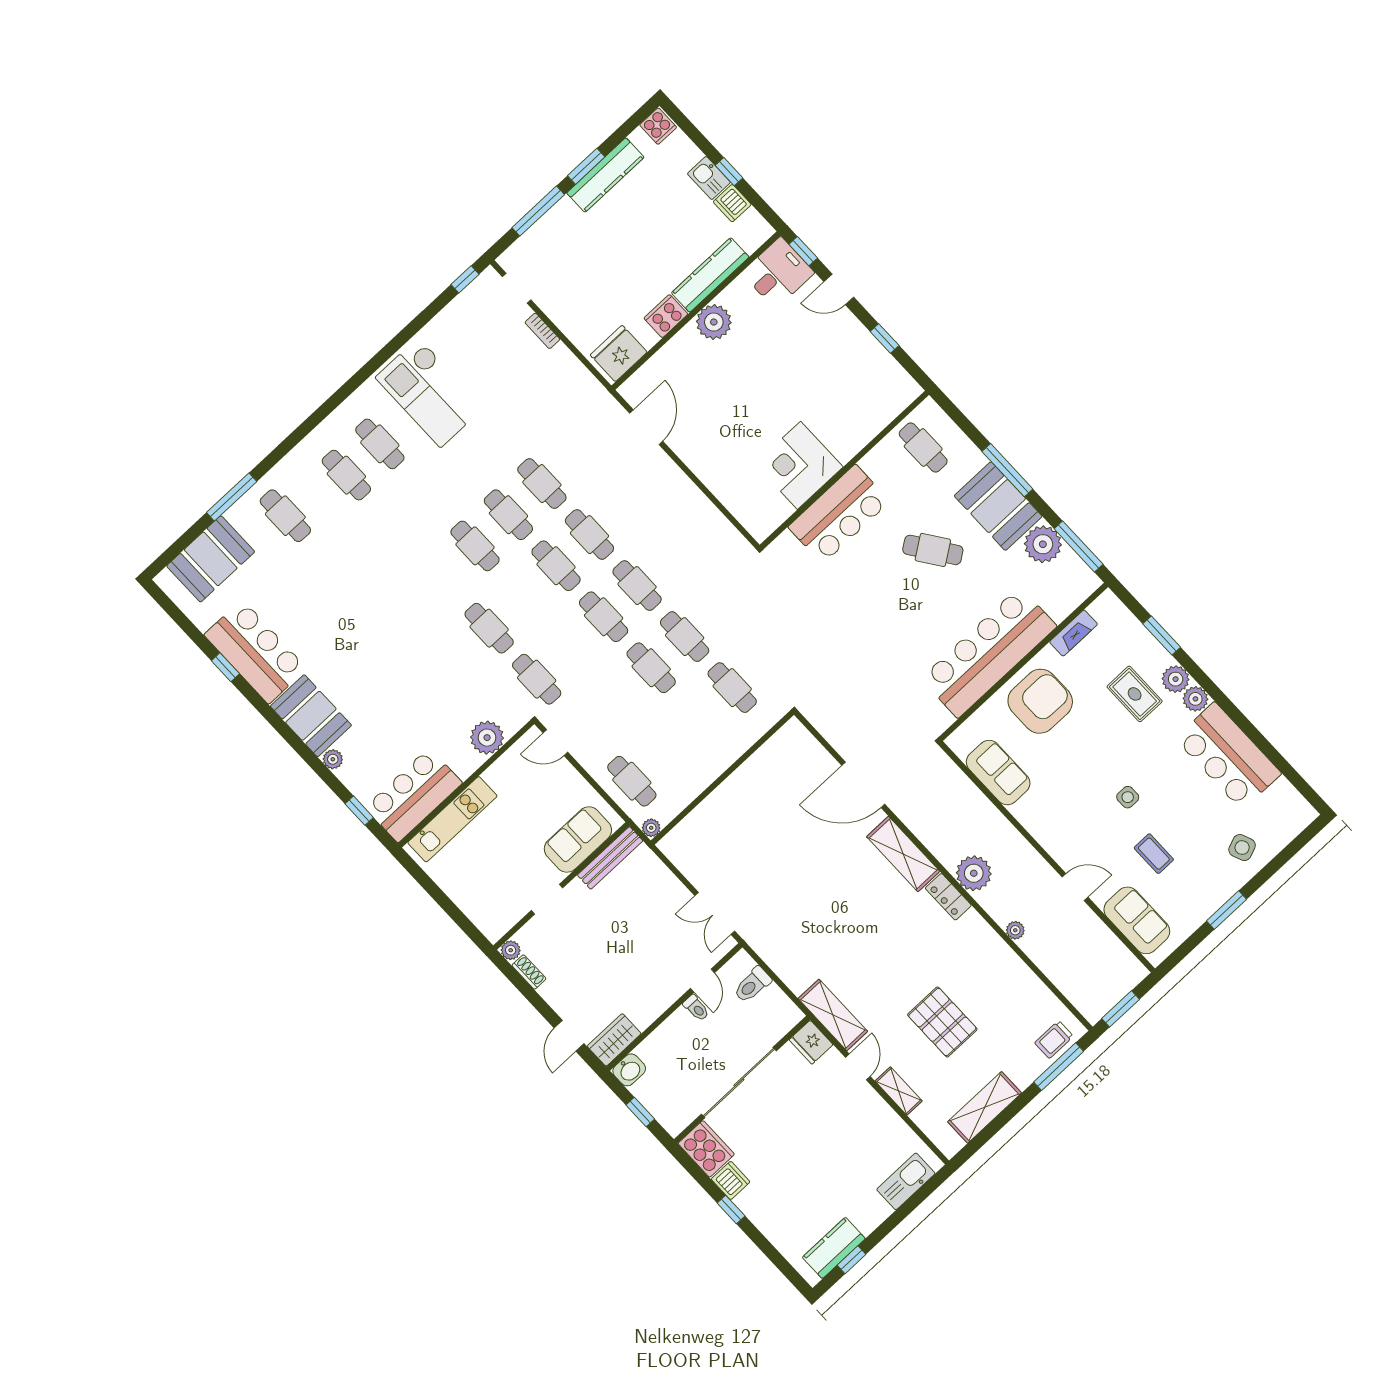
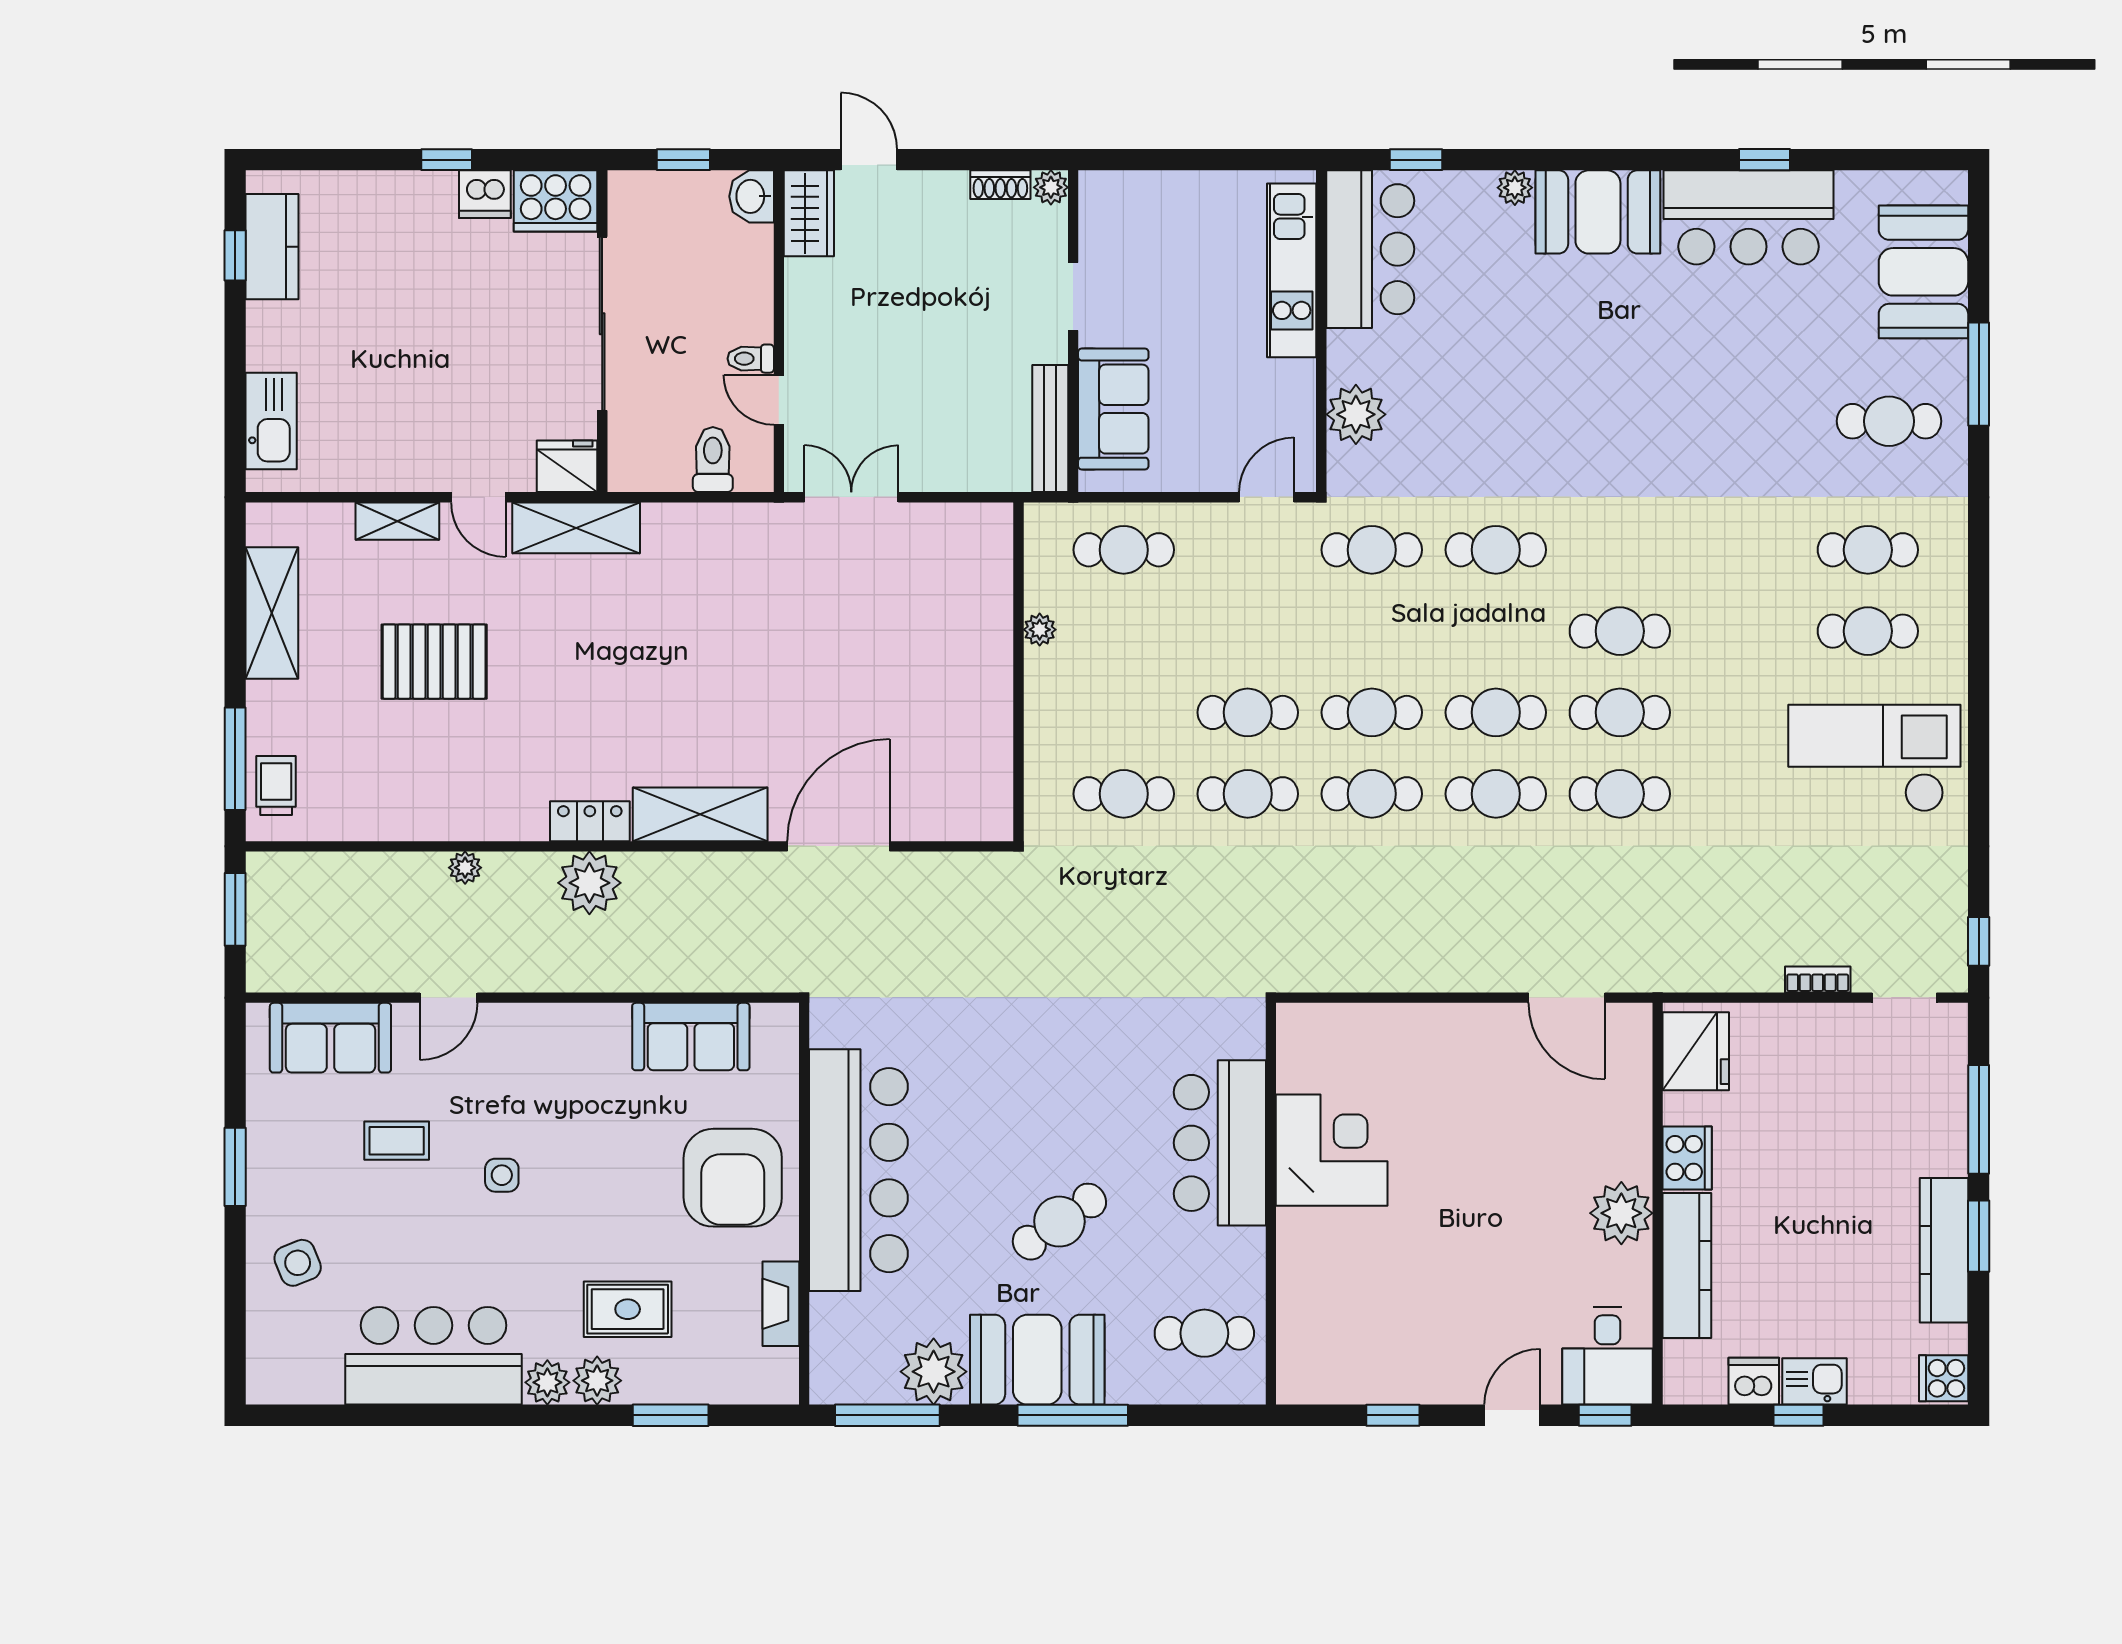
plant: (651, 828) -> (1040, 630), moved

